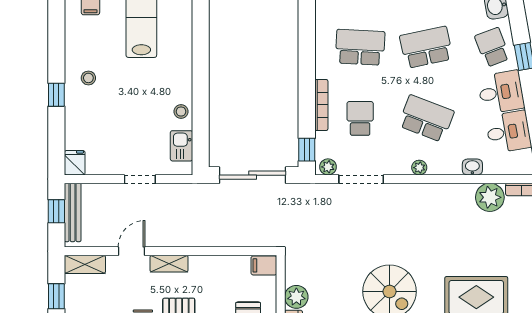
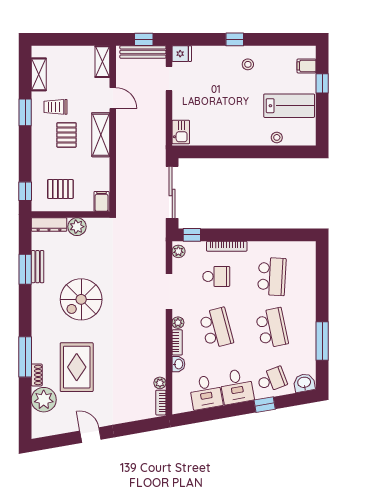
stool: (181, 112) -> (277, 137), moved
school desk: (426, 118) -> (216, 328), turned -36
kitchen sink: (181, 146) -> (181, 132), moved, turned 90
bookcase: (445, 169) -> (177, 342), added
doorway: (140, 179) -> (169, 79), moved
doorway: (361, 179) -> (169, 292), moved
plant: (490, 197) -> (160, 383), width x0.53, depth x0.53
shelving: (169, 264) -> (101, 135), width x1.50, depth x1.33
window: (56, 296) -> (77, 39), removed

